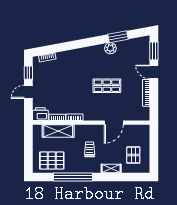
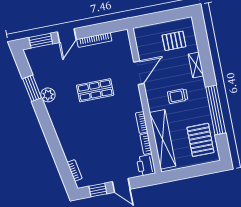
shop shelf: (107, 86) -> (95, 90), turned 90
door: (114, 123) -> (139, 73), hinge flipped
shelving: (58, 131) -> (163, 139), width x1.47

